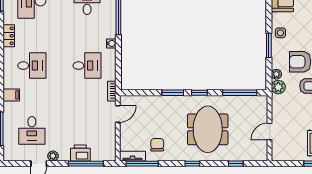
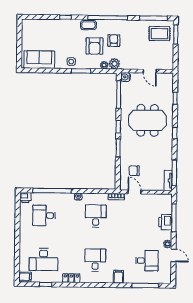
water cooler: (262, 101) -> (125, 77), added
chair: (157, 145) -> (134, 171), moved

